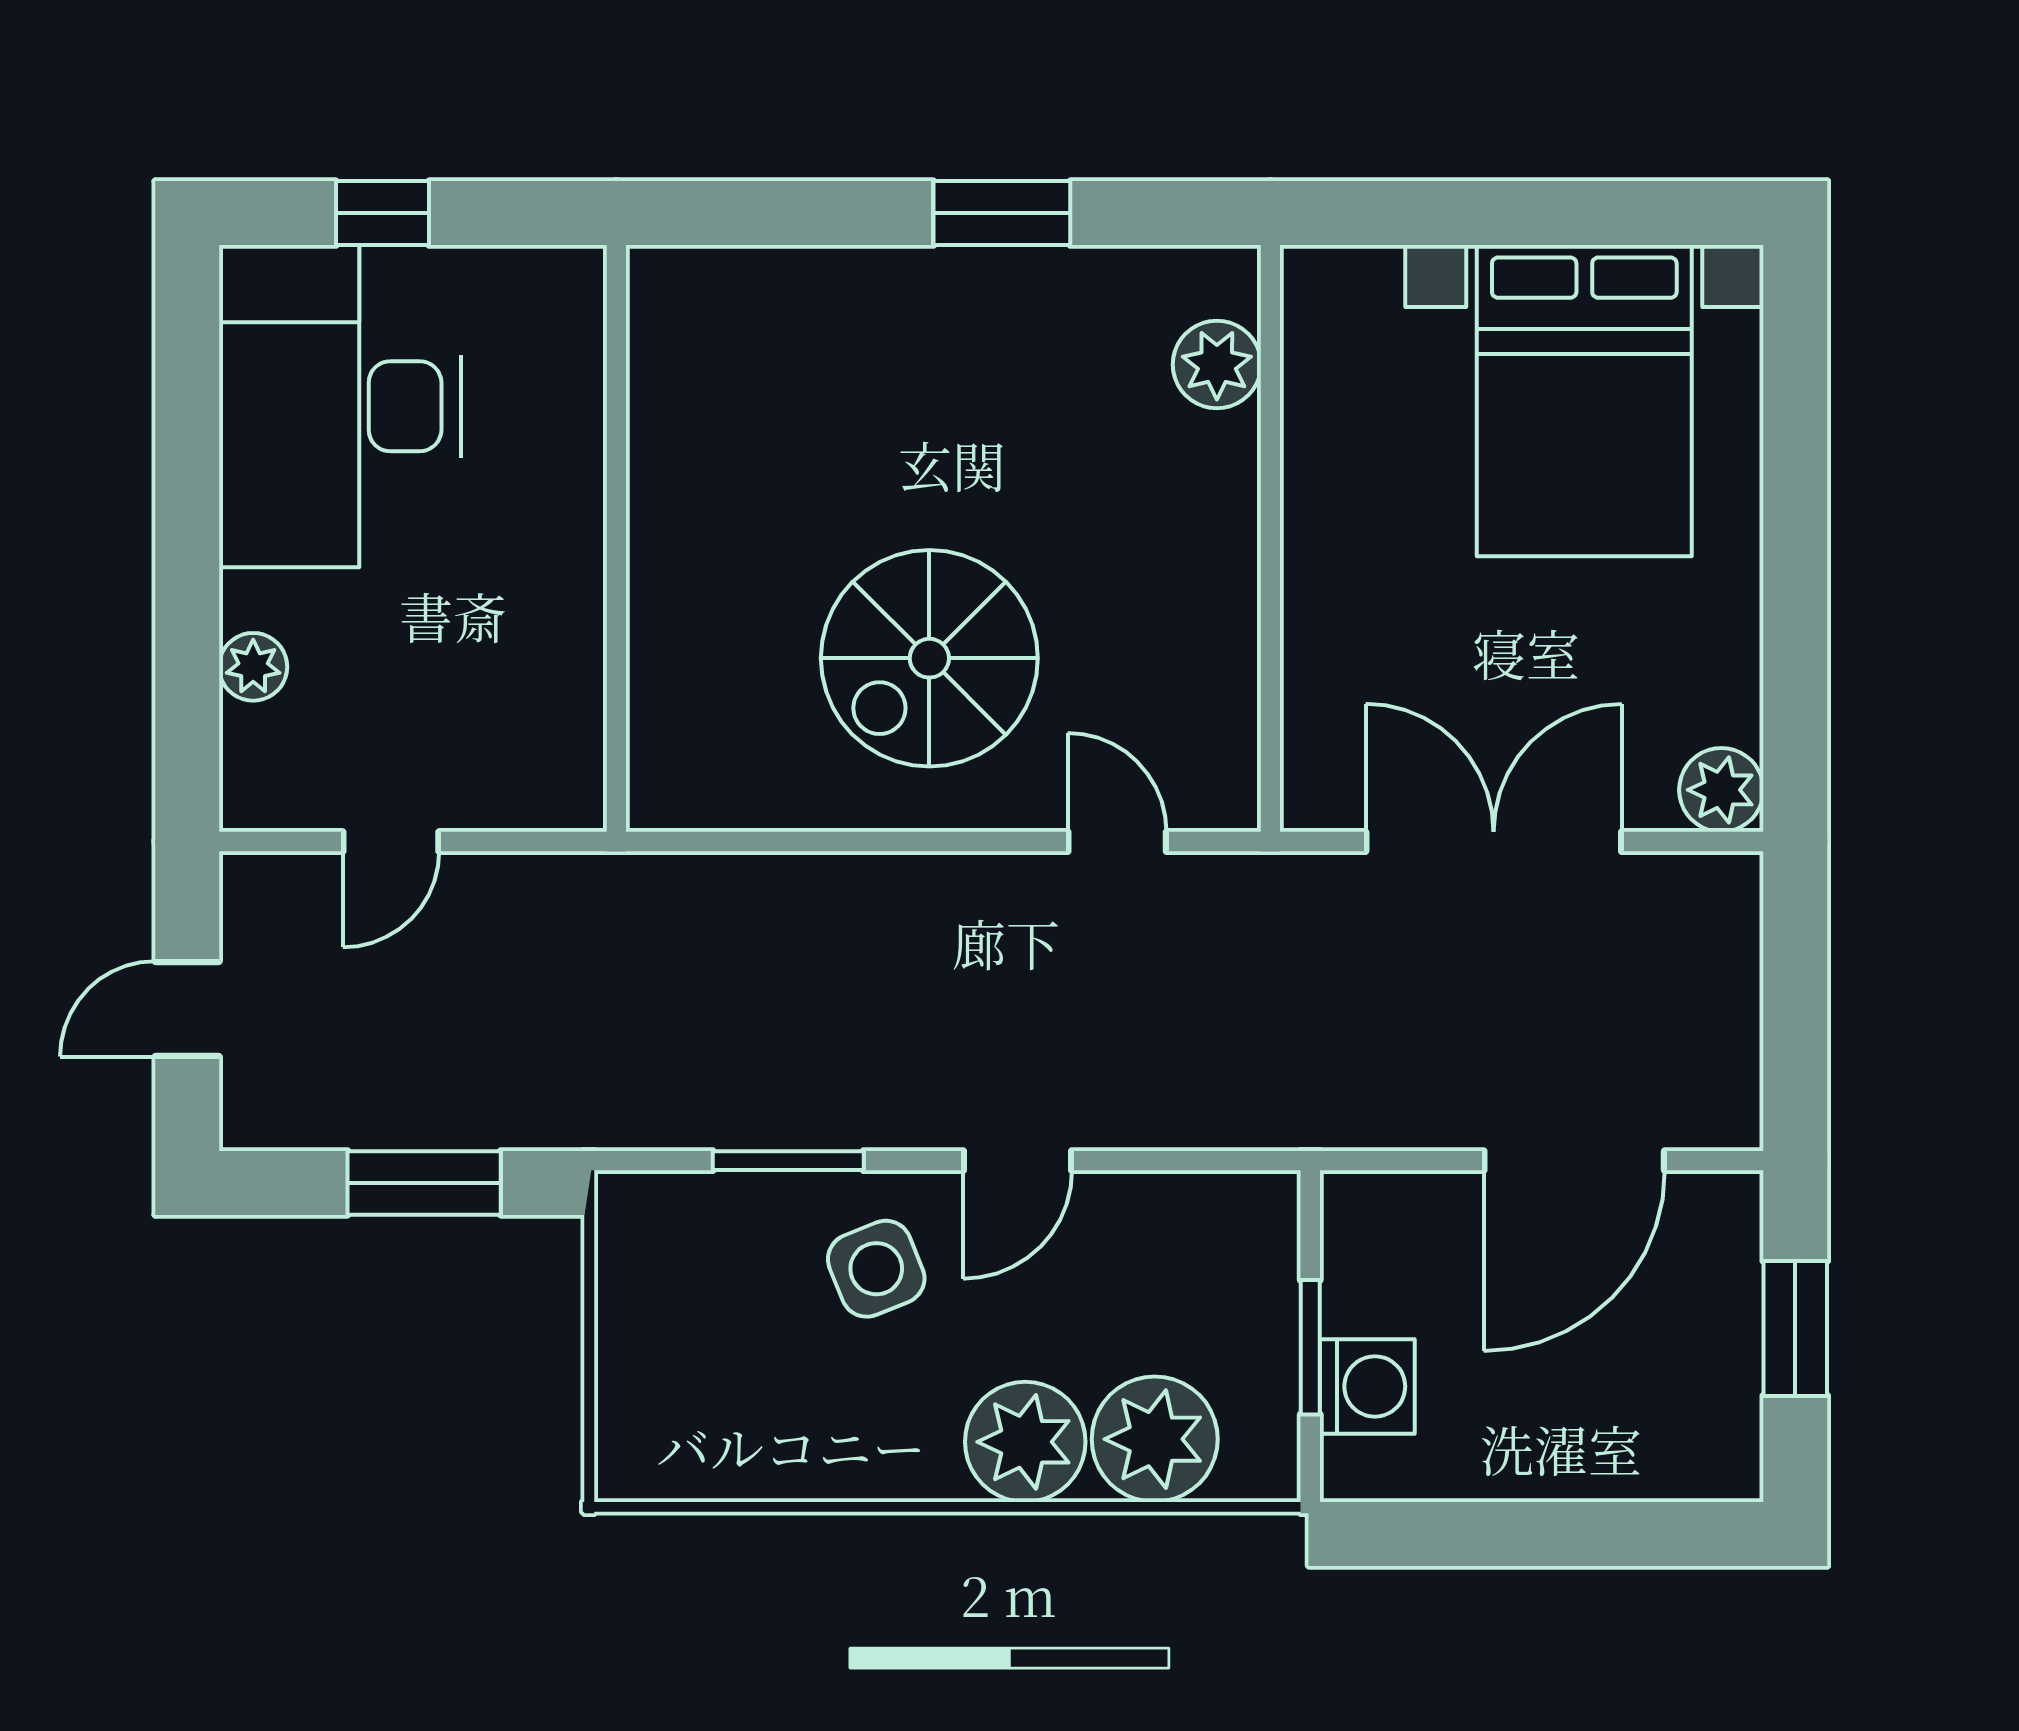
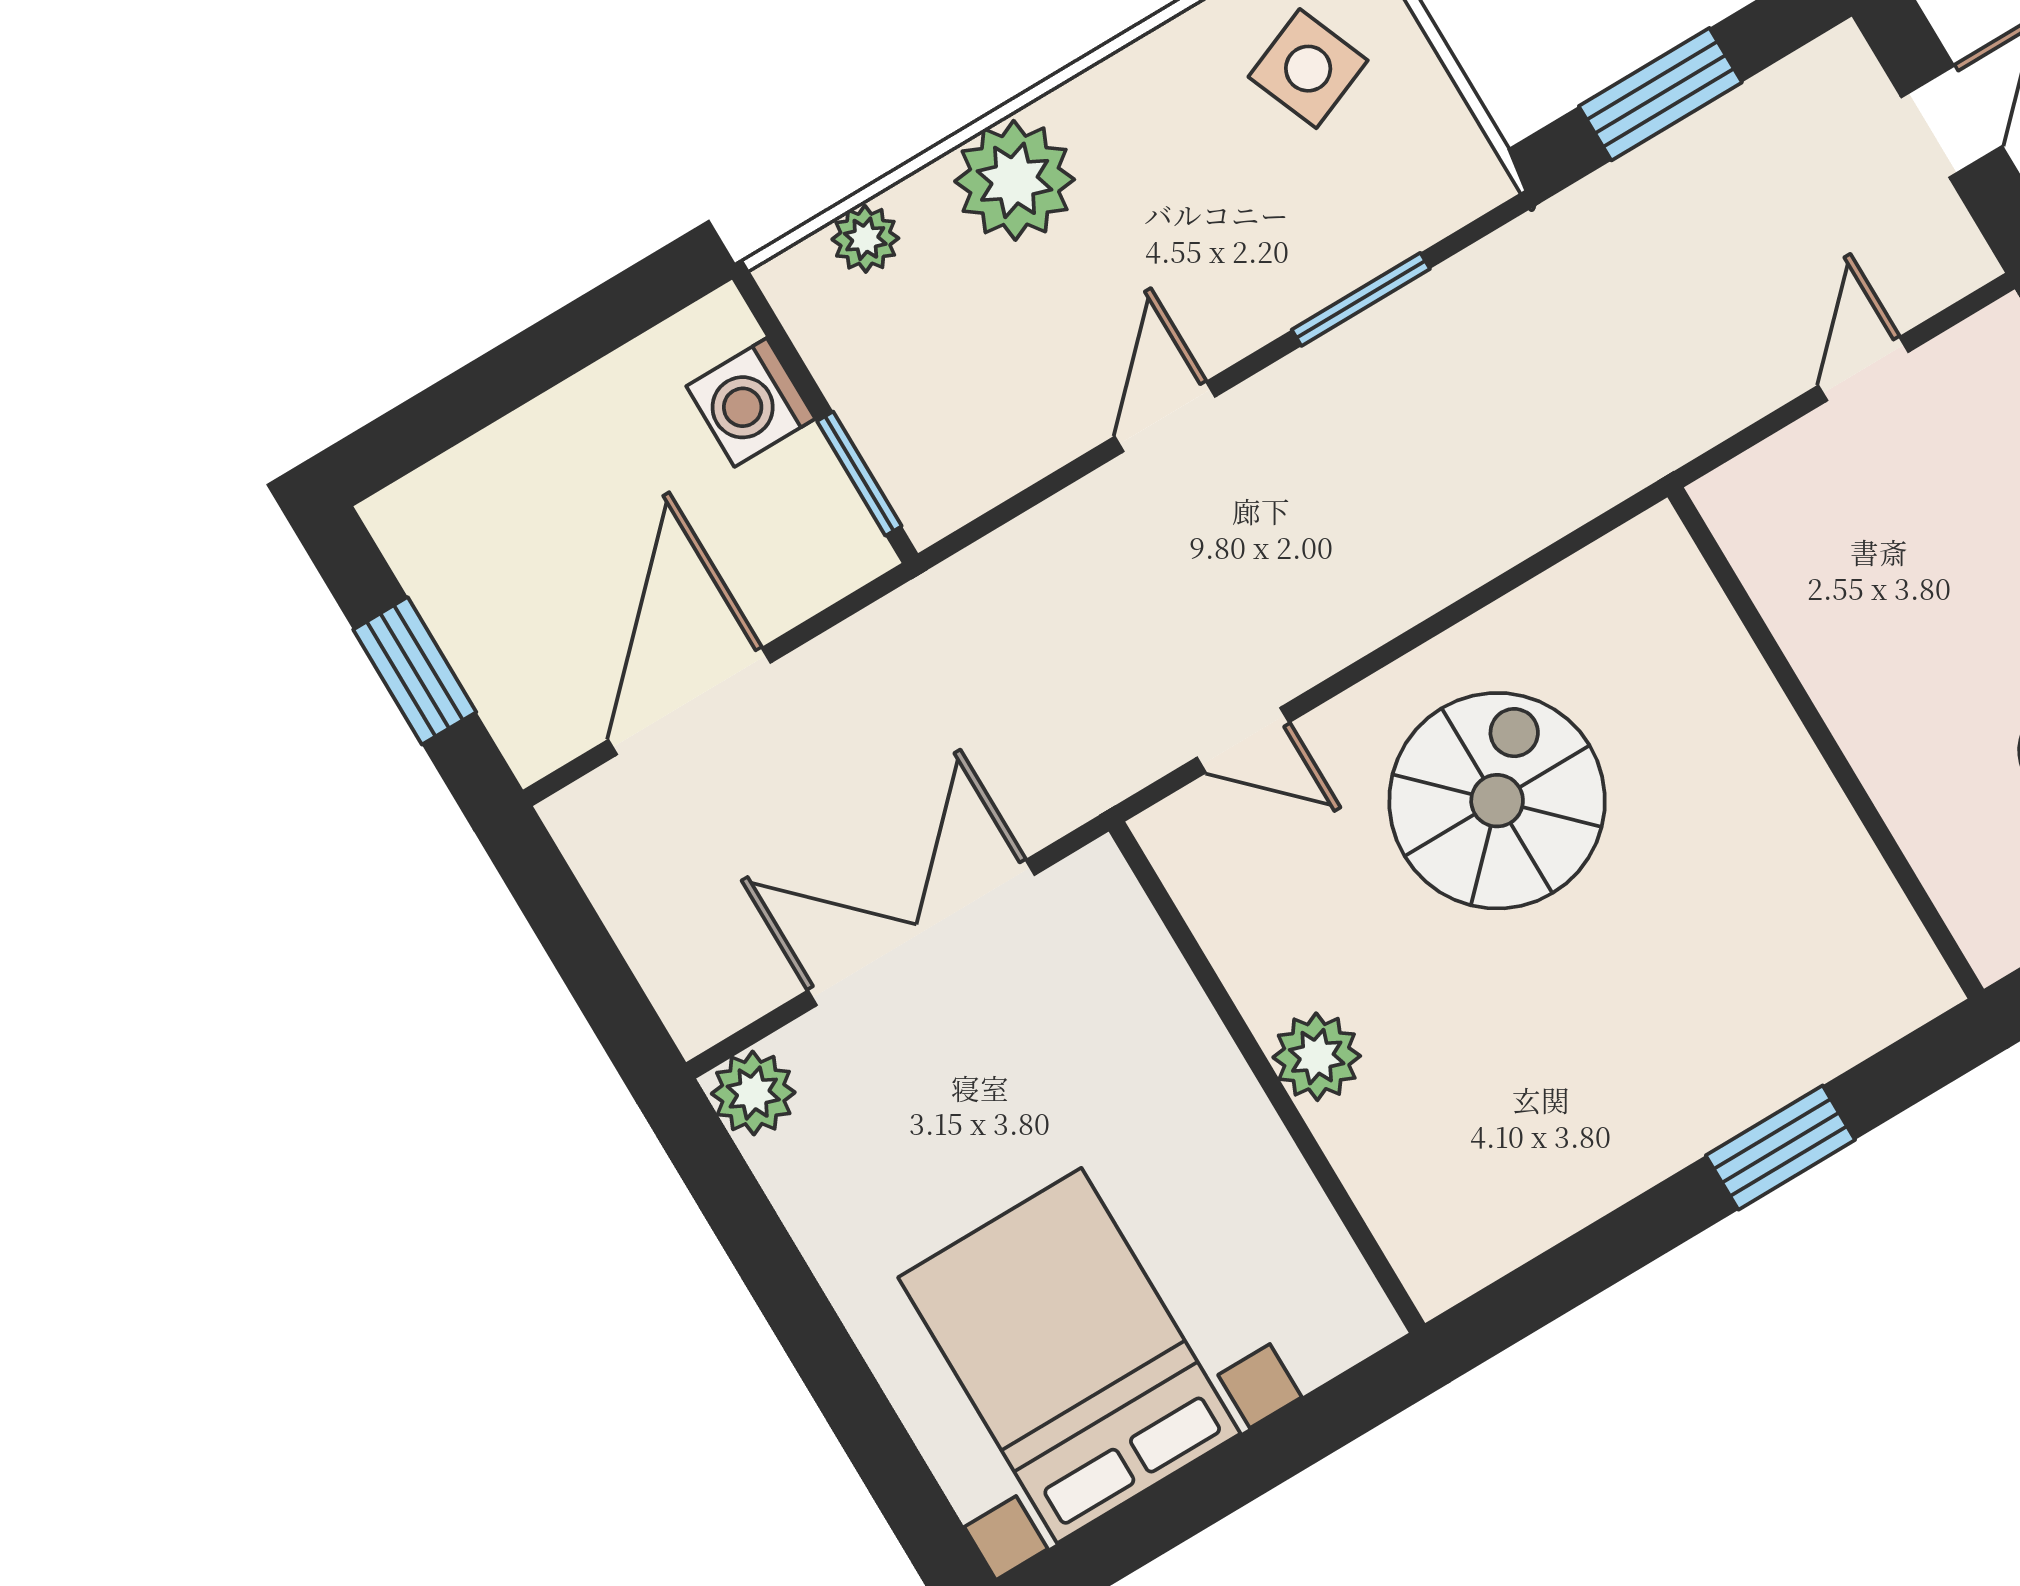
window: (1002, 213) -> (1780, 1148), moved
plant: (1217, 365) -> (1317, 1057), moved
double door: (1494, 842) -> (921, 933), swing flipped
side table: (876, 1269) -> (1308, 69), moved
window: (1310, 1347) -> (859, 474), moved
plant: (1155, 1439) -> (865, 239), width x0.53, depth x0.53

